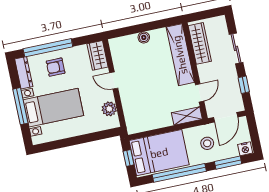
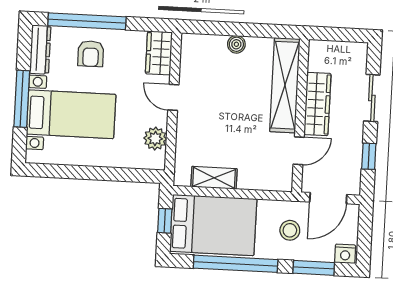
wardrobe: (200, 43) -> (317, 104), moved
armchair: (56, 67) -> (91, 54), turned -90
shelving: (187, 116) -> (214, 178), moved

